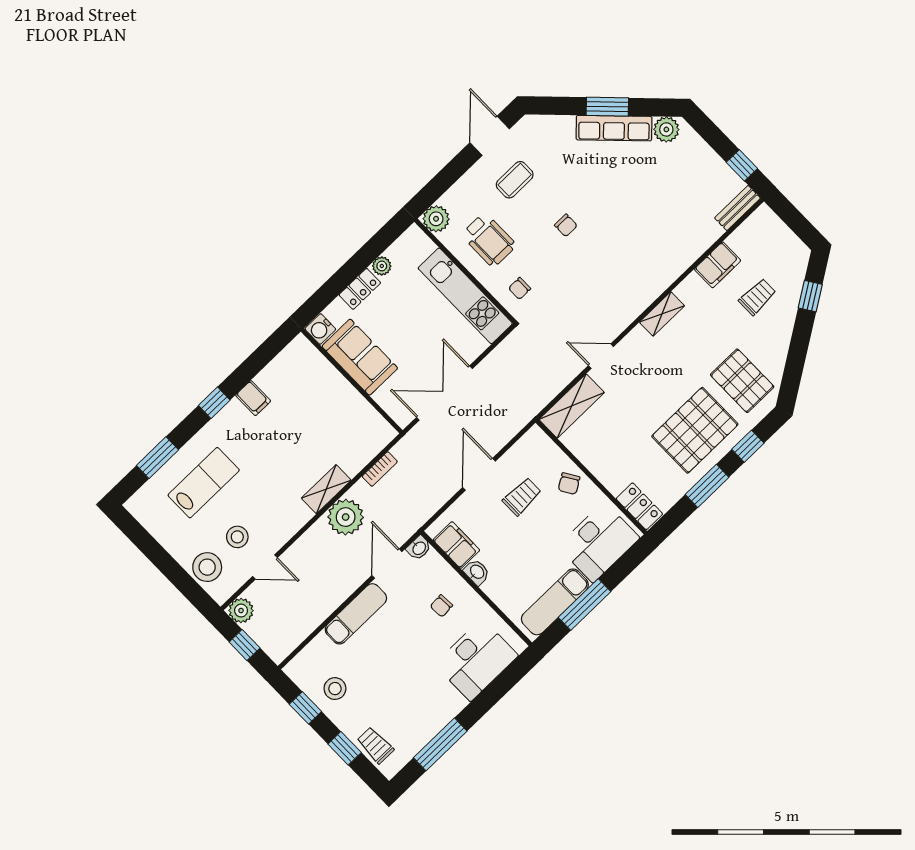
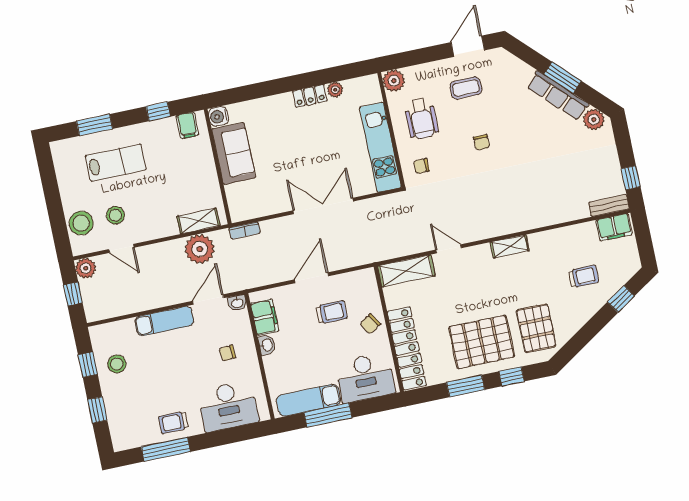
filing cabinet: (718, 265) -> (614, 227), moved
water cooler: (320, 329) -> (219, 116), moved
sofa: (360, 357) -> (234, 153), moved
wall: (352, 381) -> (218, 166), moved
locker: (639, 506) -> (407, 348), width x2.16, depth x1.21
trolley: (375, 745) -> (173, 422), moved, turned -90

